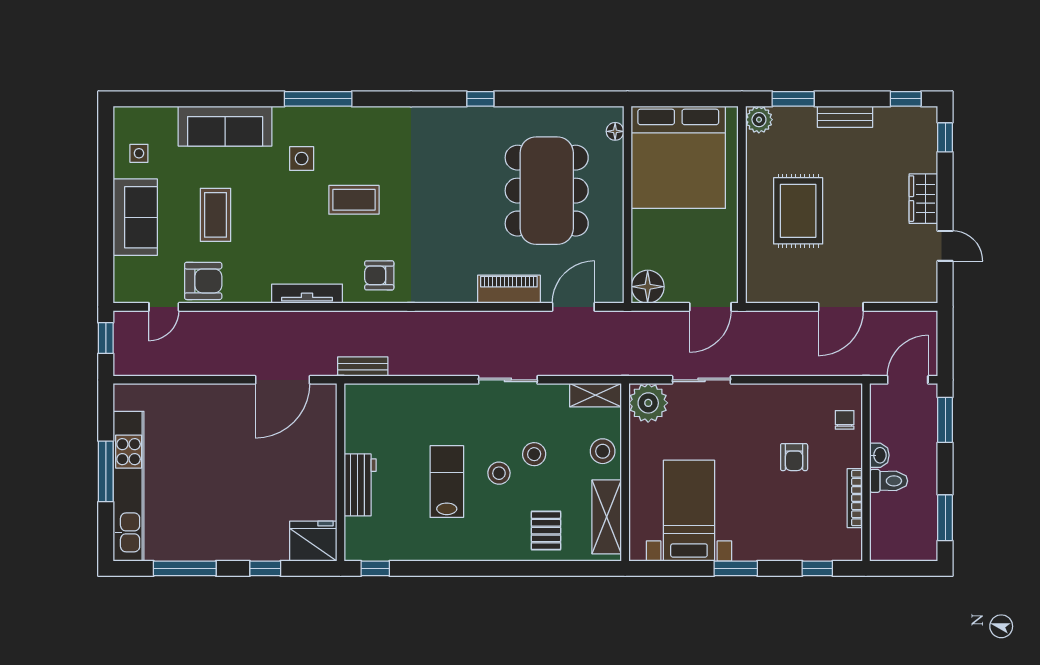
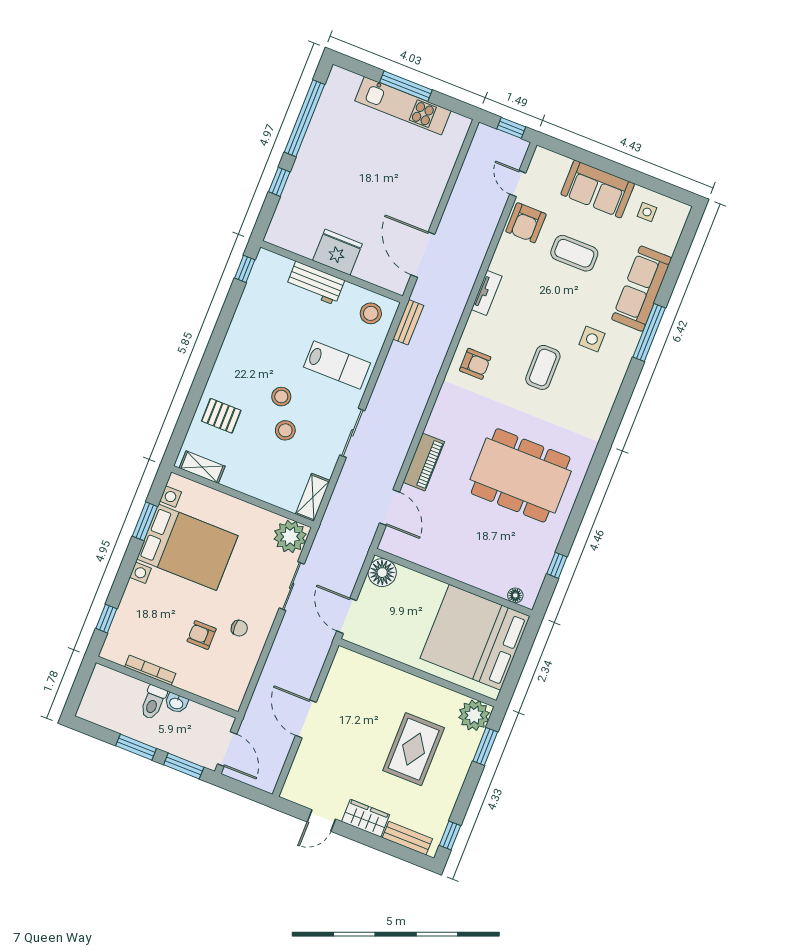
window: (318, 99) -> (649, 332), moved
window: (480, 99) -> (557, 565), moved
bench: (845, 117) -> (407, 838), moved, turned 90
plant: (759, 120) -> (474, 715), width x1.36, depth x1.36
window: (945, 137) -> (407, 855), removed
dining table: (547, 191) -> (521, 475), moved
rug: (798, 211) -> (414, 749), moved, turned 90
armchair: (379, 275) -> (475, 364), turned 90
tv unit: (307, 294) -> (487, 293), width x0.71
chair: (845, 420) -> (239, 628), moved
stool: (603, 451) -> (371, 313), moved
lab bench: (447, 482) -> (337, 365), moved
kitchen unit: (129, 486) -> (403, 106), width x0.73
bed with nightstands: (689, 511) -> (187, 547), width x1.36
shelving: (607, 517) -> (202, 467), width x0.67, depth x0.75
window: (945, 518) -> (136, 747), moved
fridge: (313, 541) -> (337, 252), moved, turned -90
window: (185, 568) -> (304, 118), width x1.46
window: (736, 568) -> (145, 521), moved

